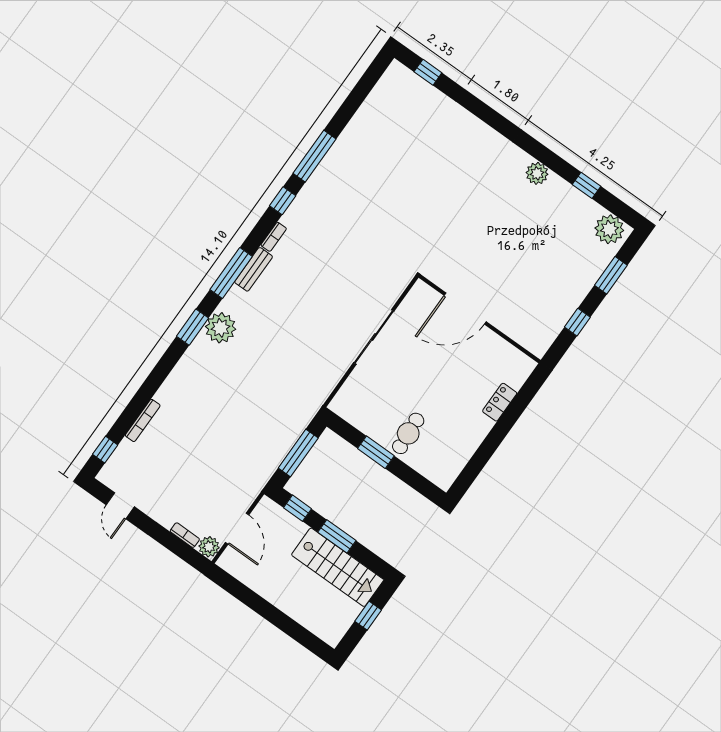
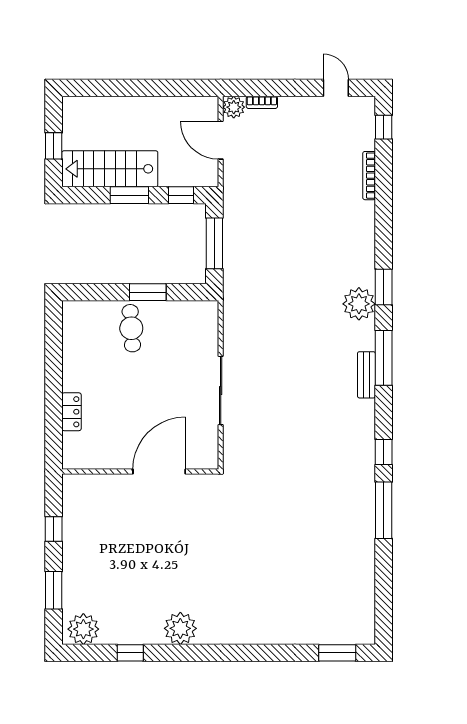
window: (428, 72) -> (337, 653), width x1.50
plant: (537, 173) -> (180, 628), width x1.36, depth x1.36
bookcase: (274, 237) -> (369, 415), removed

